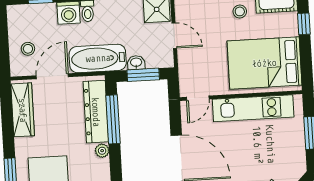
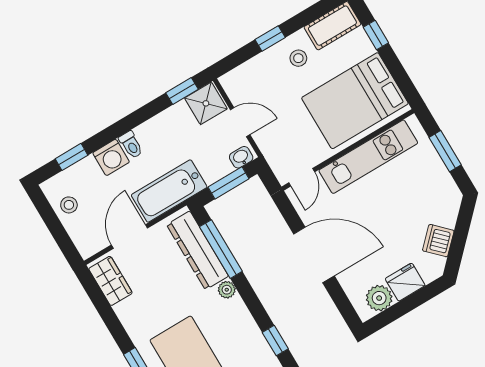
stool: (28, 49) -> (69, 205), moved
washbasin: (136, 63) -> (241, 157), moved
wardrobe: (23, 110) -> (110, 281), width x0.67

